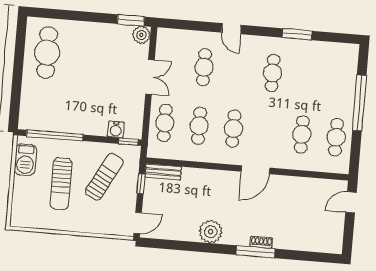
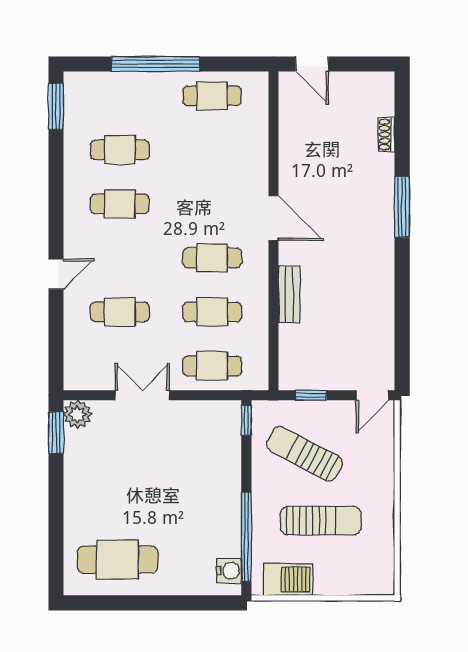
window: (297, 34) -> (56, 107), moved
water cooler: (116, 130) -> (229, 571), moved
cafe table: (302, 134) -> (120, 150), moved
bench: (163, 172) -> (289, 294), moved
door: (138, 223) -> (373, 395), swing flipped
plant: (211, 232) -> (376, 280), removed
shoe rack: (261, 242) -> (386, 134), moved

